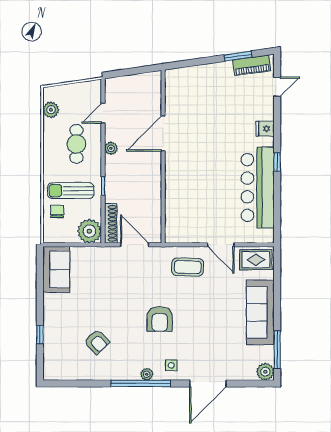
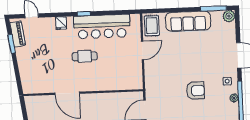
cafe table: (216, 161) -> (85, 56), added
coffee table: (188, 267) -> (159, 73), removed

